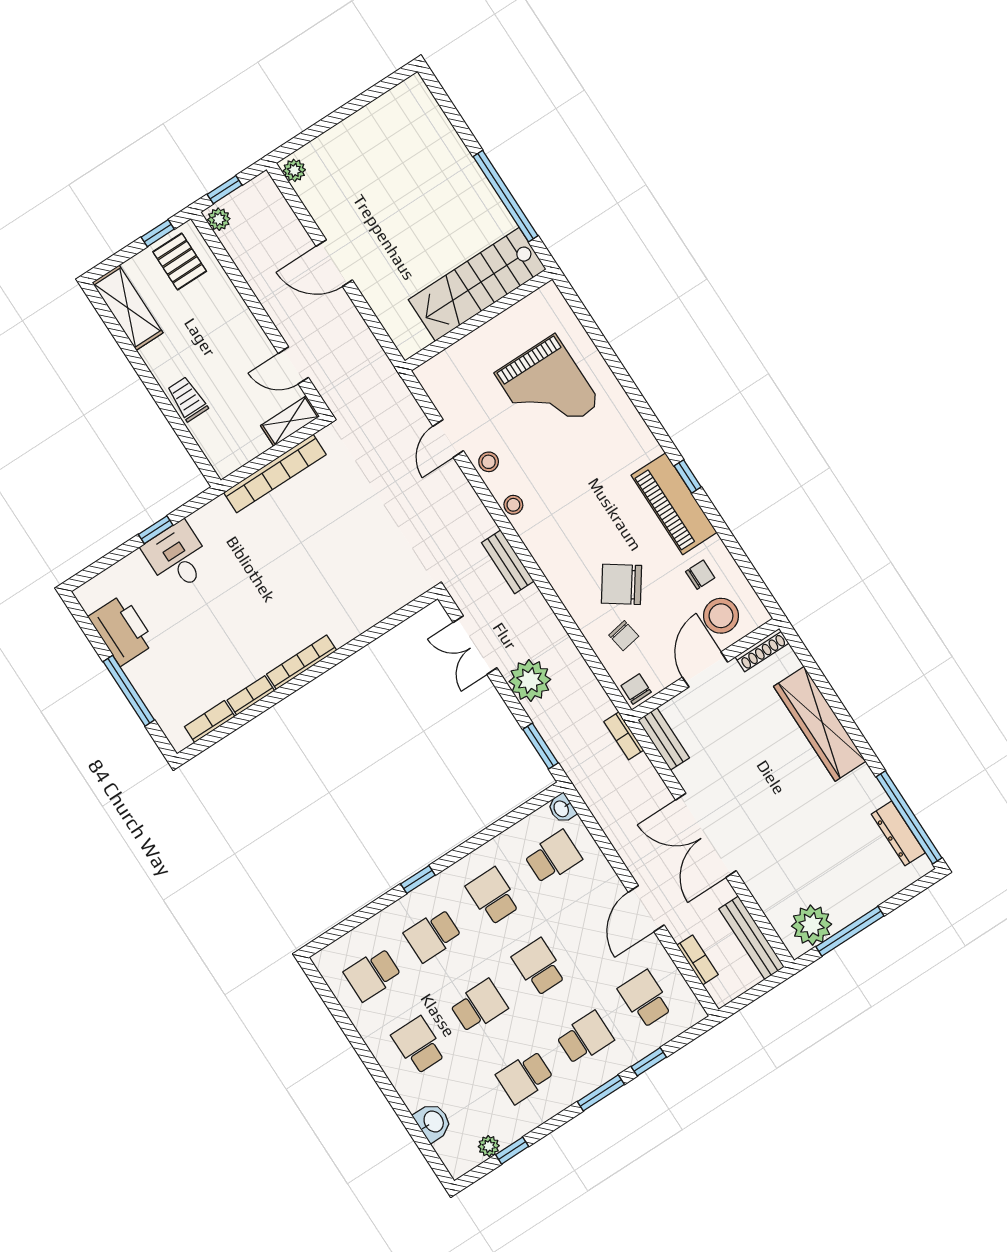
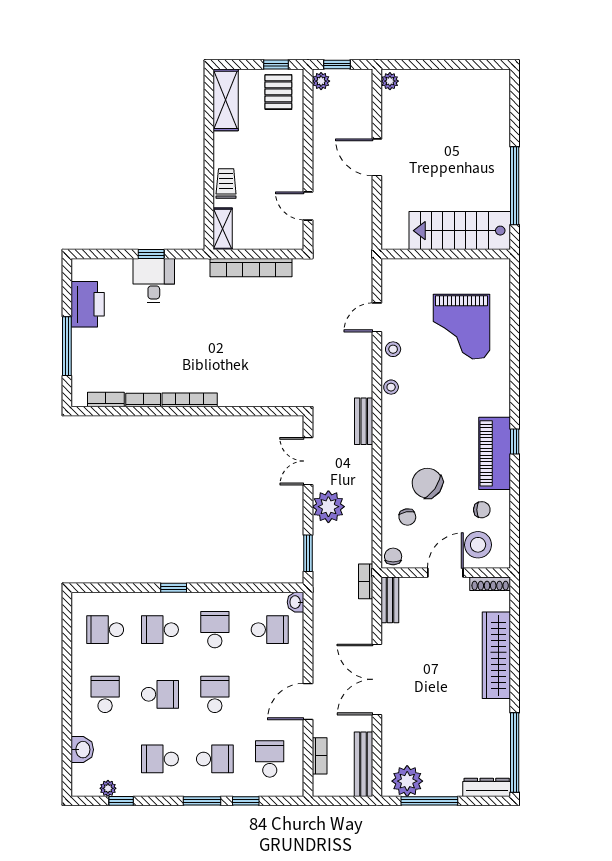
shelving: (290, 421) -> (223, 229), moved, turned 90
dresser: (898, 833) -> (487, 787), moved, turned 90

